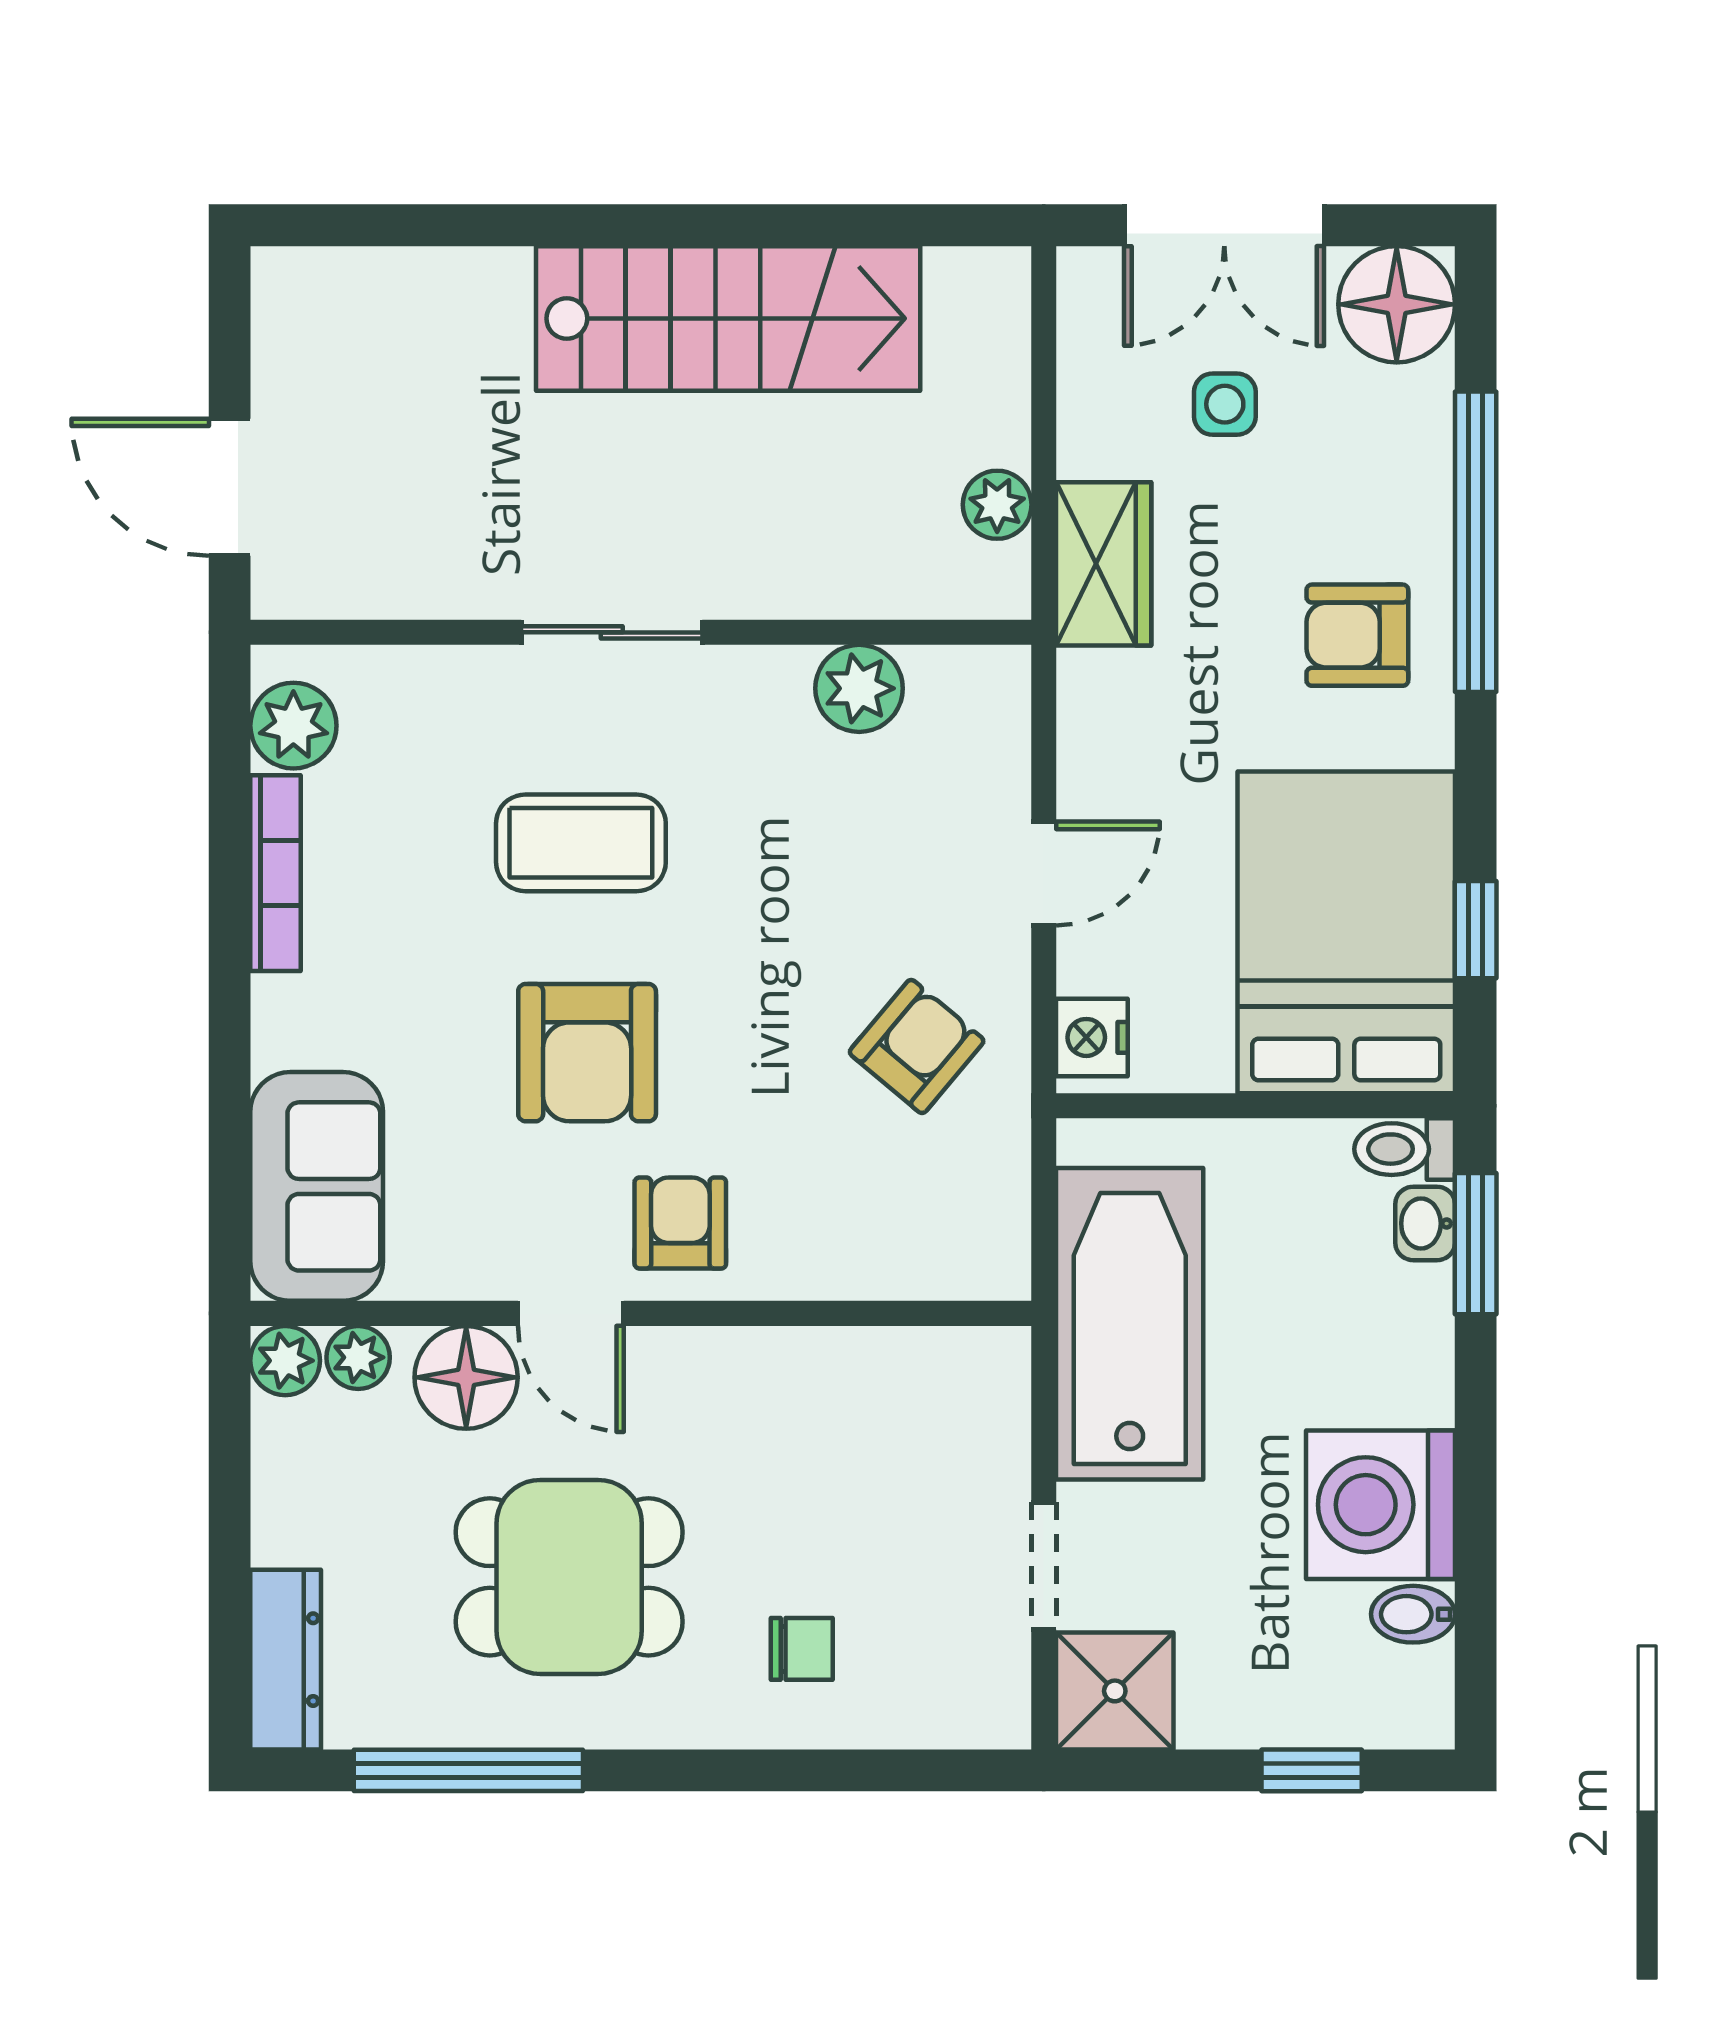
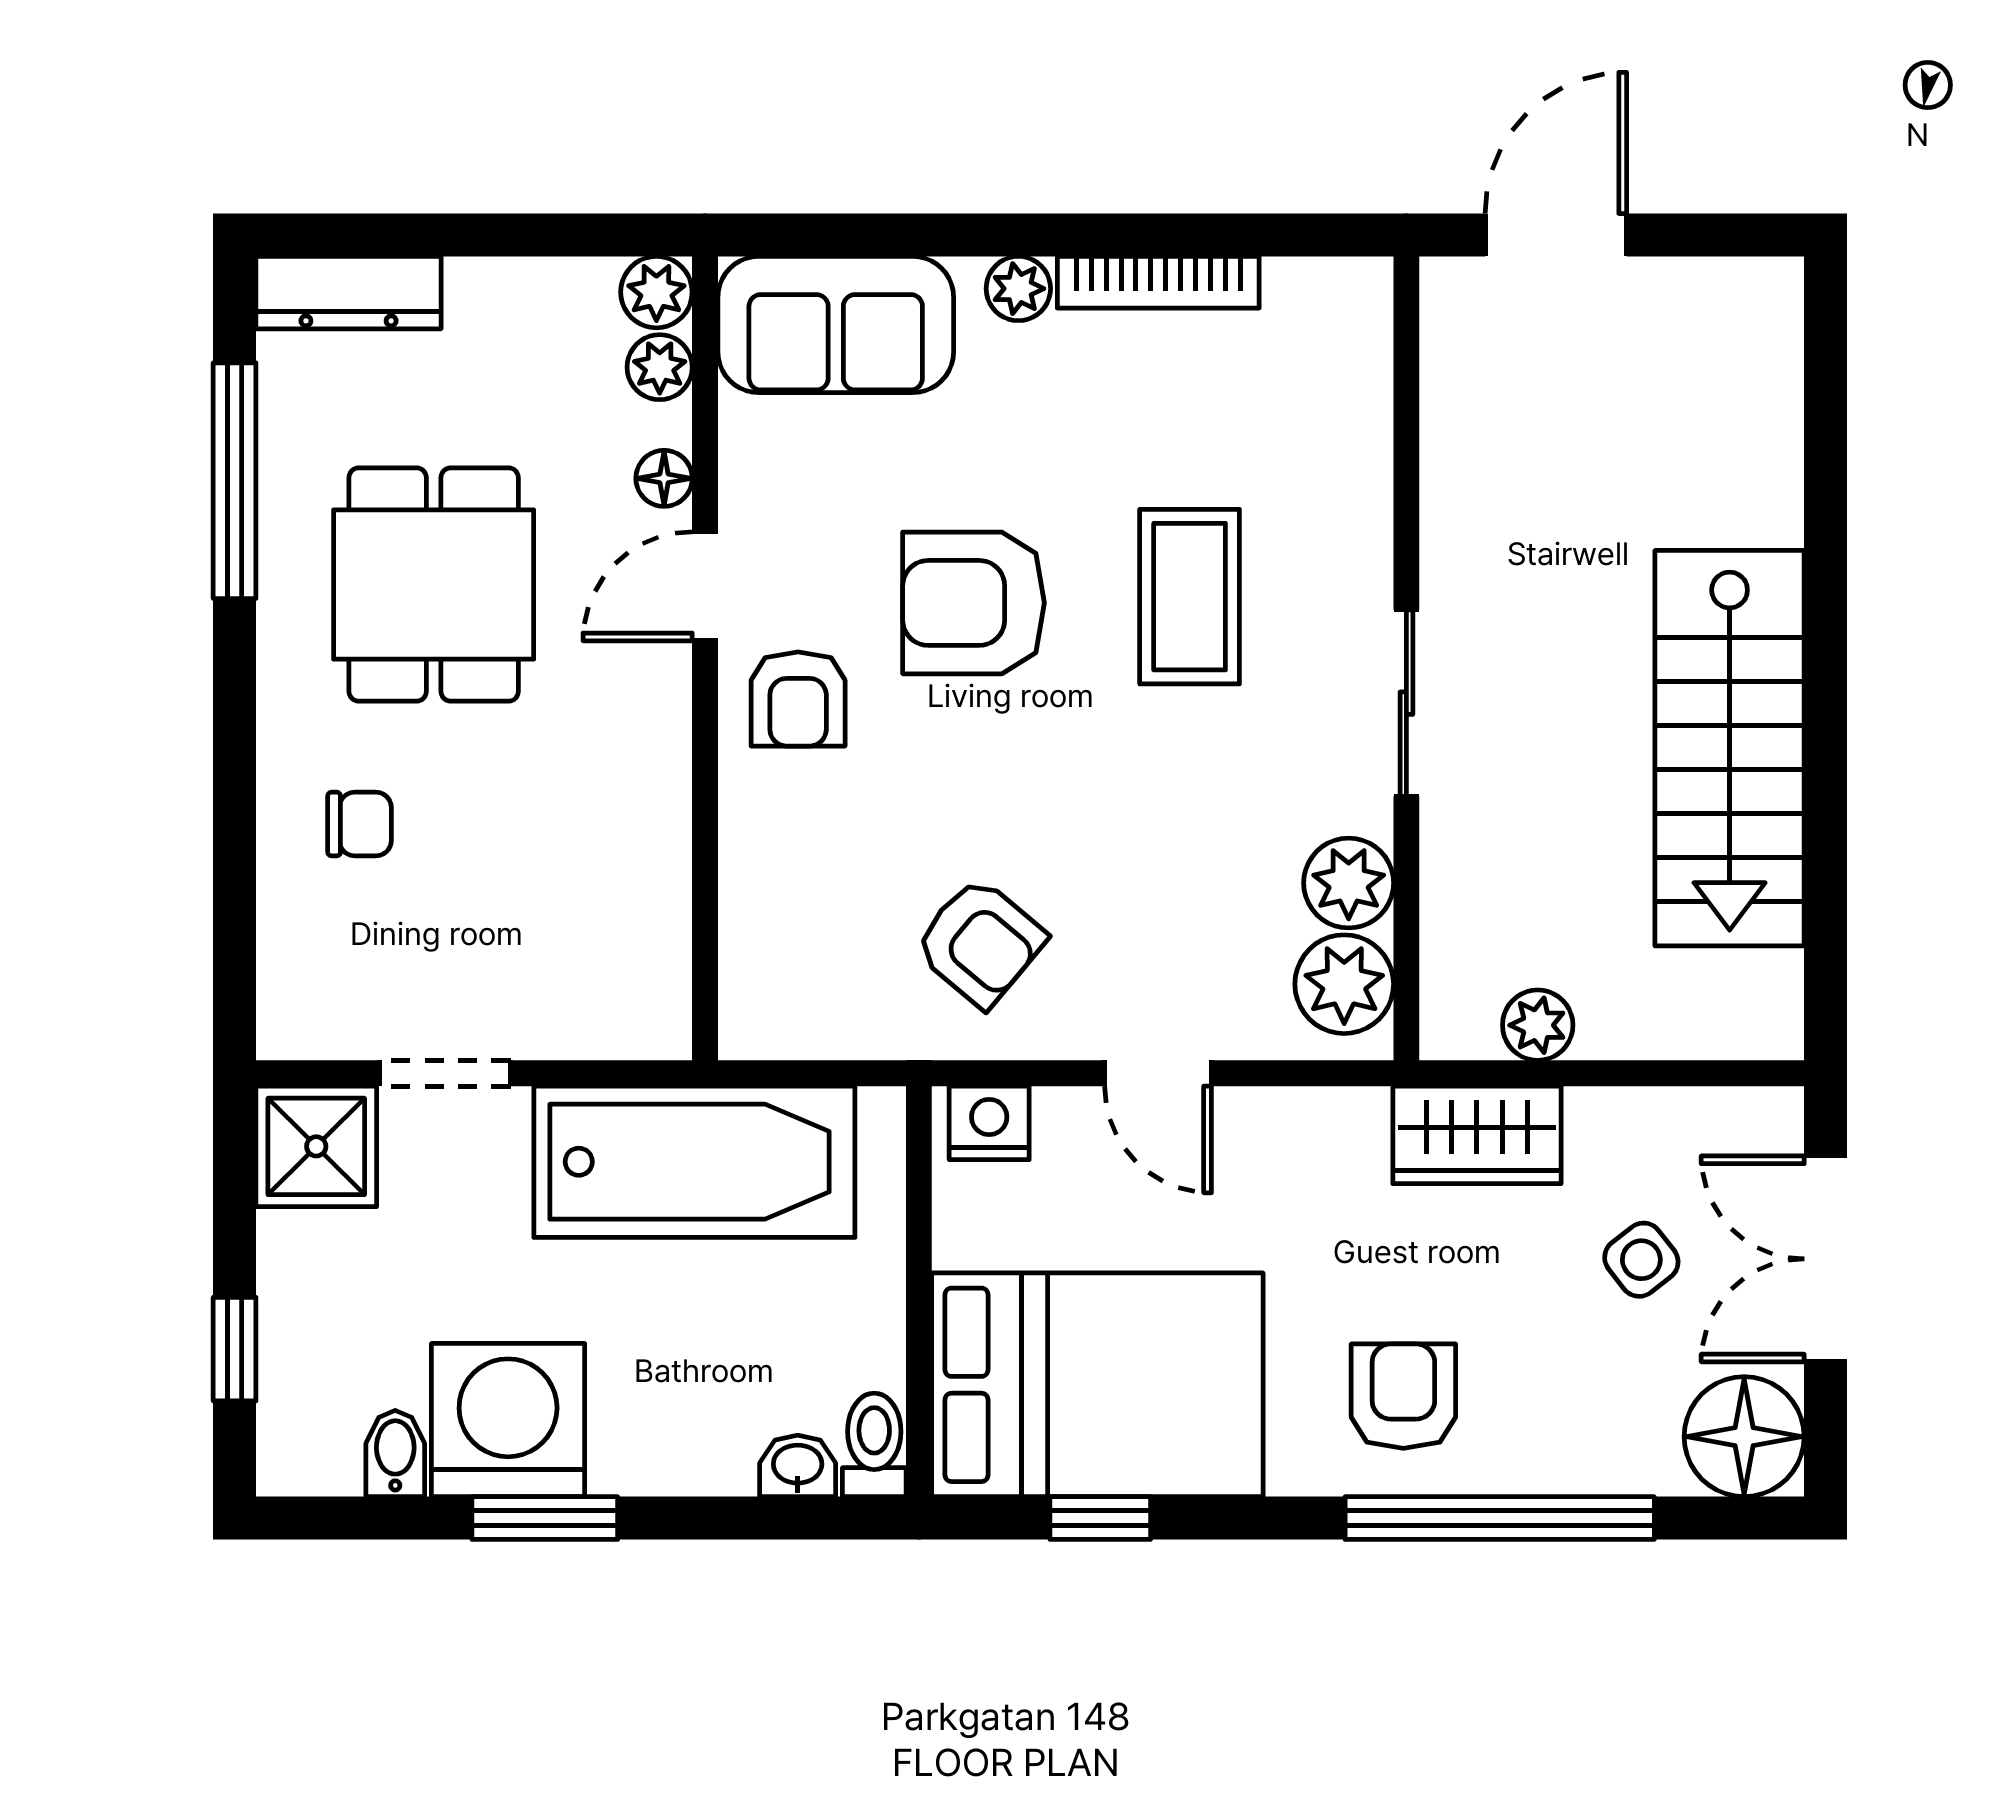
side table: (1225, 404) -> (1641, 1260), turned -38
sliding door: (612, 632) -> (1406, 703), moved
plant: (957, 693) -> (1344, 984), added
plant: (293, 726) -> (1018, 289), moved, width x0.73, depth x0.73
armchair: (680, 1223) -> (798, 699), turned 90
window: (1476, 1244) -> (545, 1518), moved
floor lamp: (466, 1377) -> (664, 478), width x0.53, depth x0.53
chair: (802, 1649) -> (360, 824), turned -90

